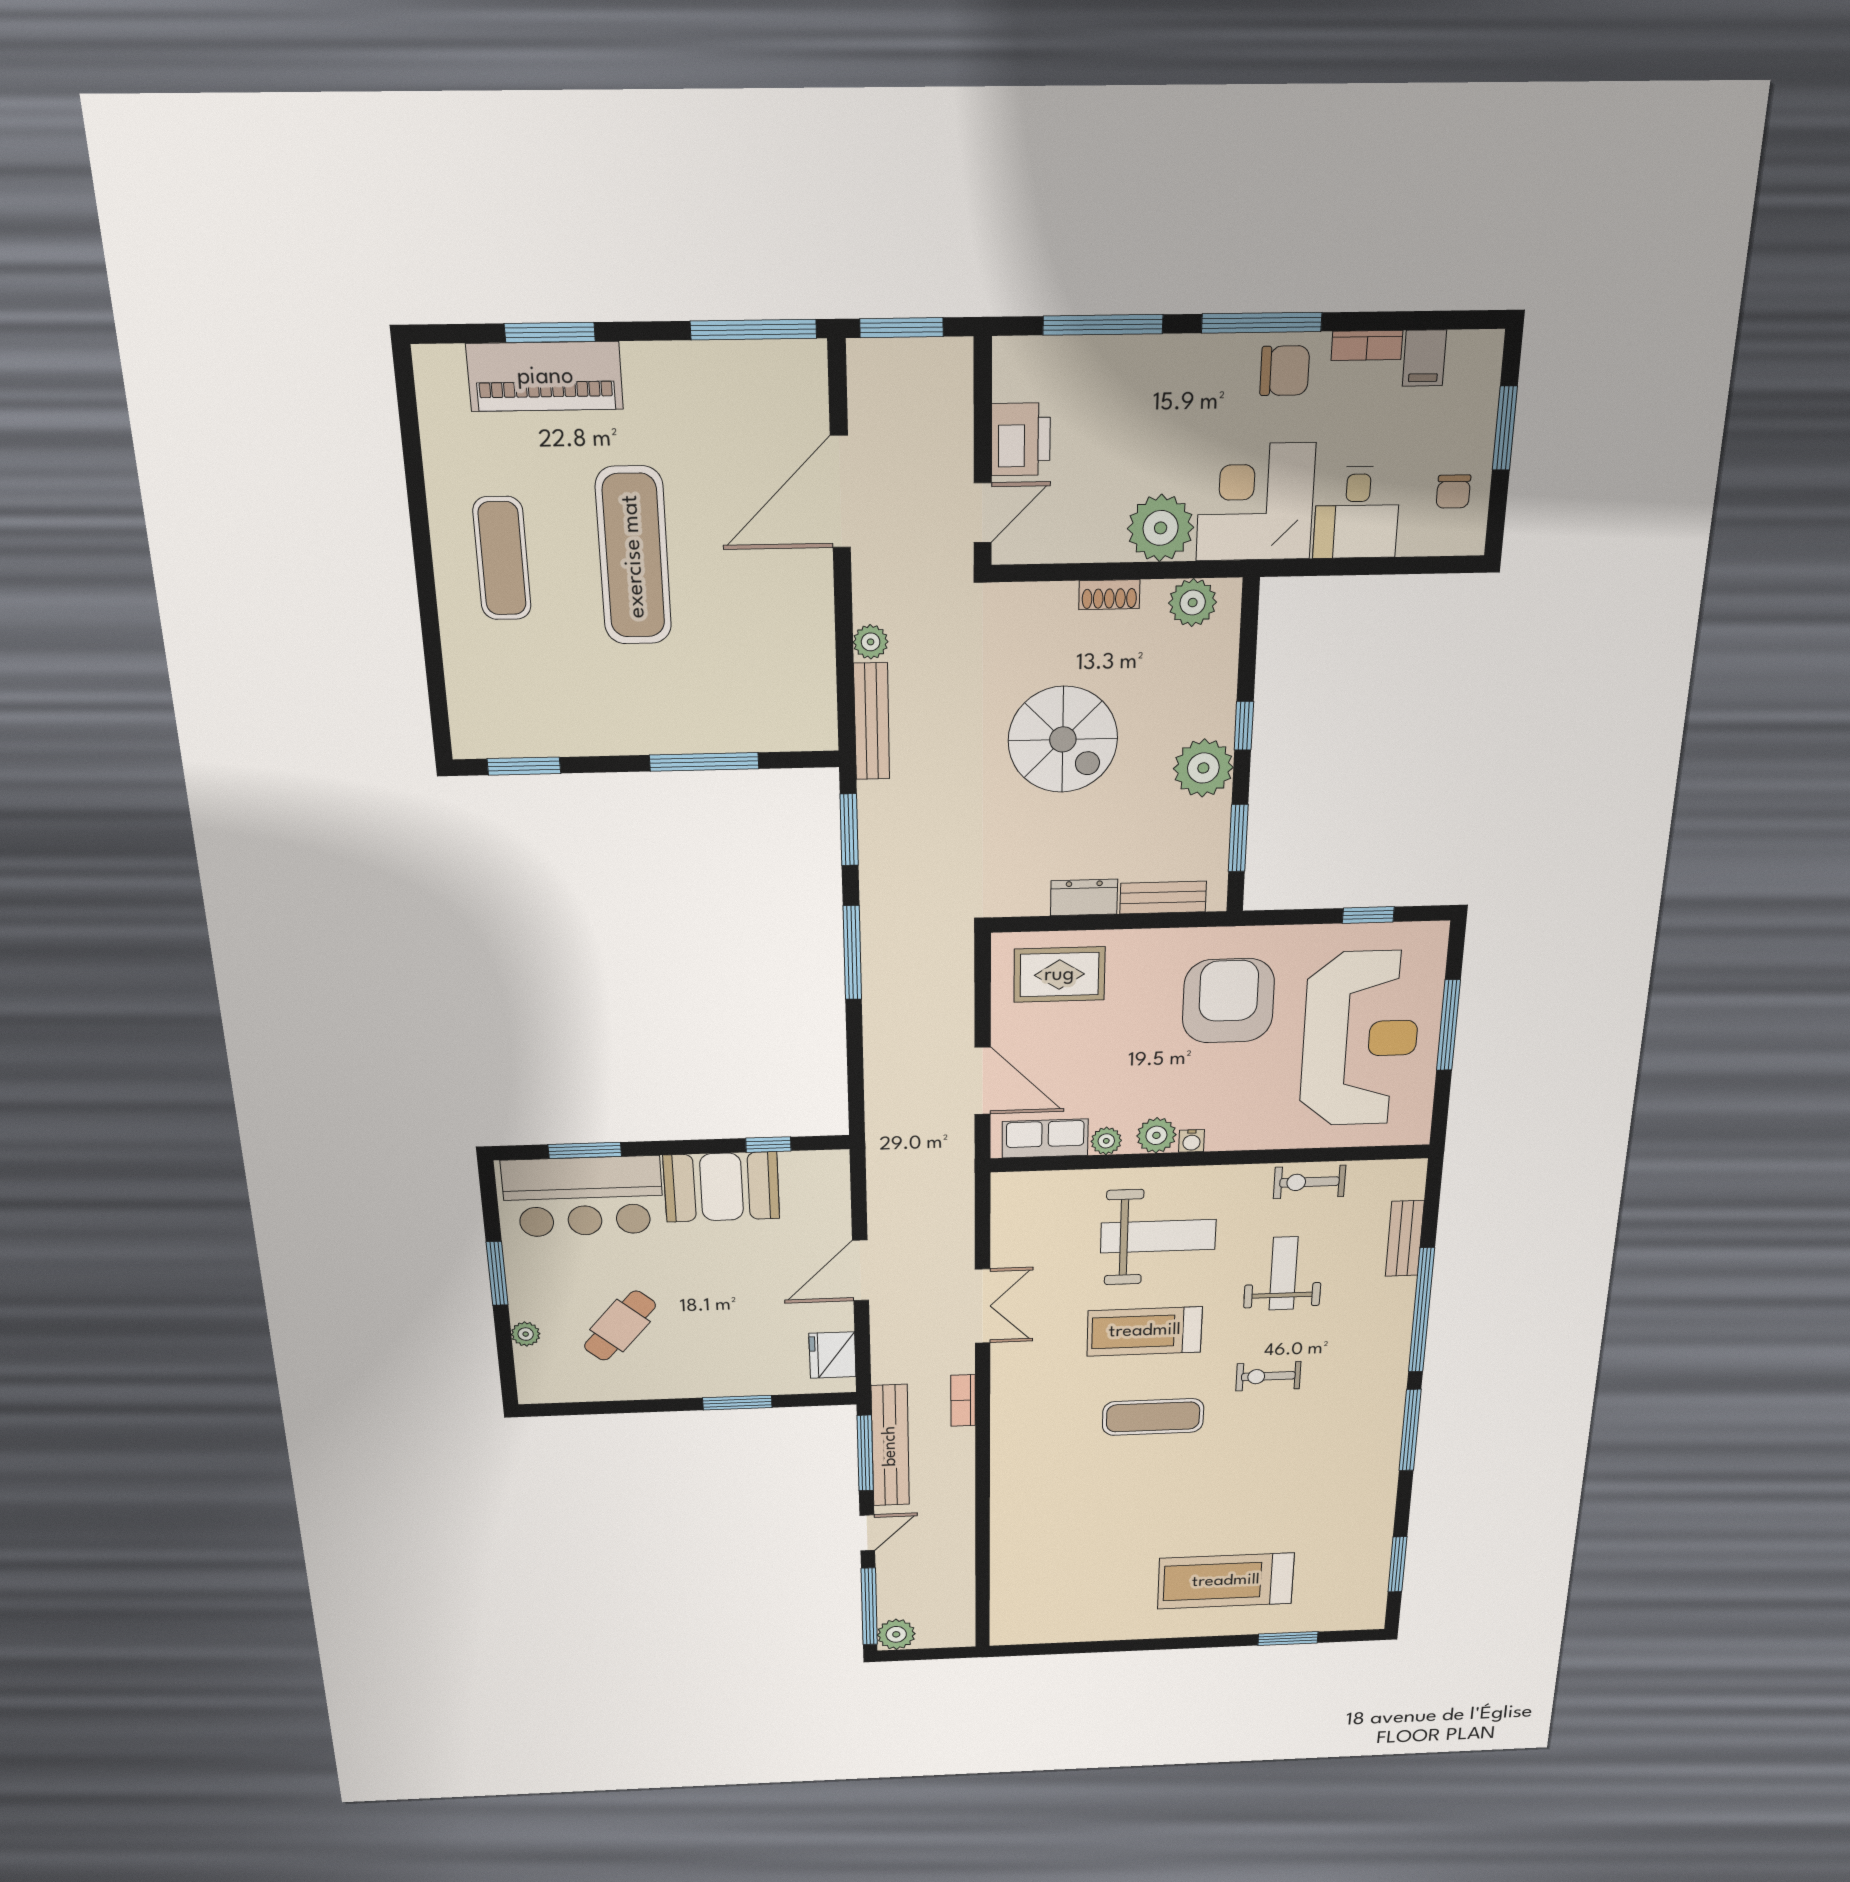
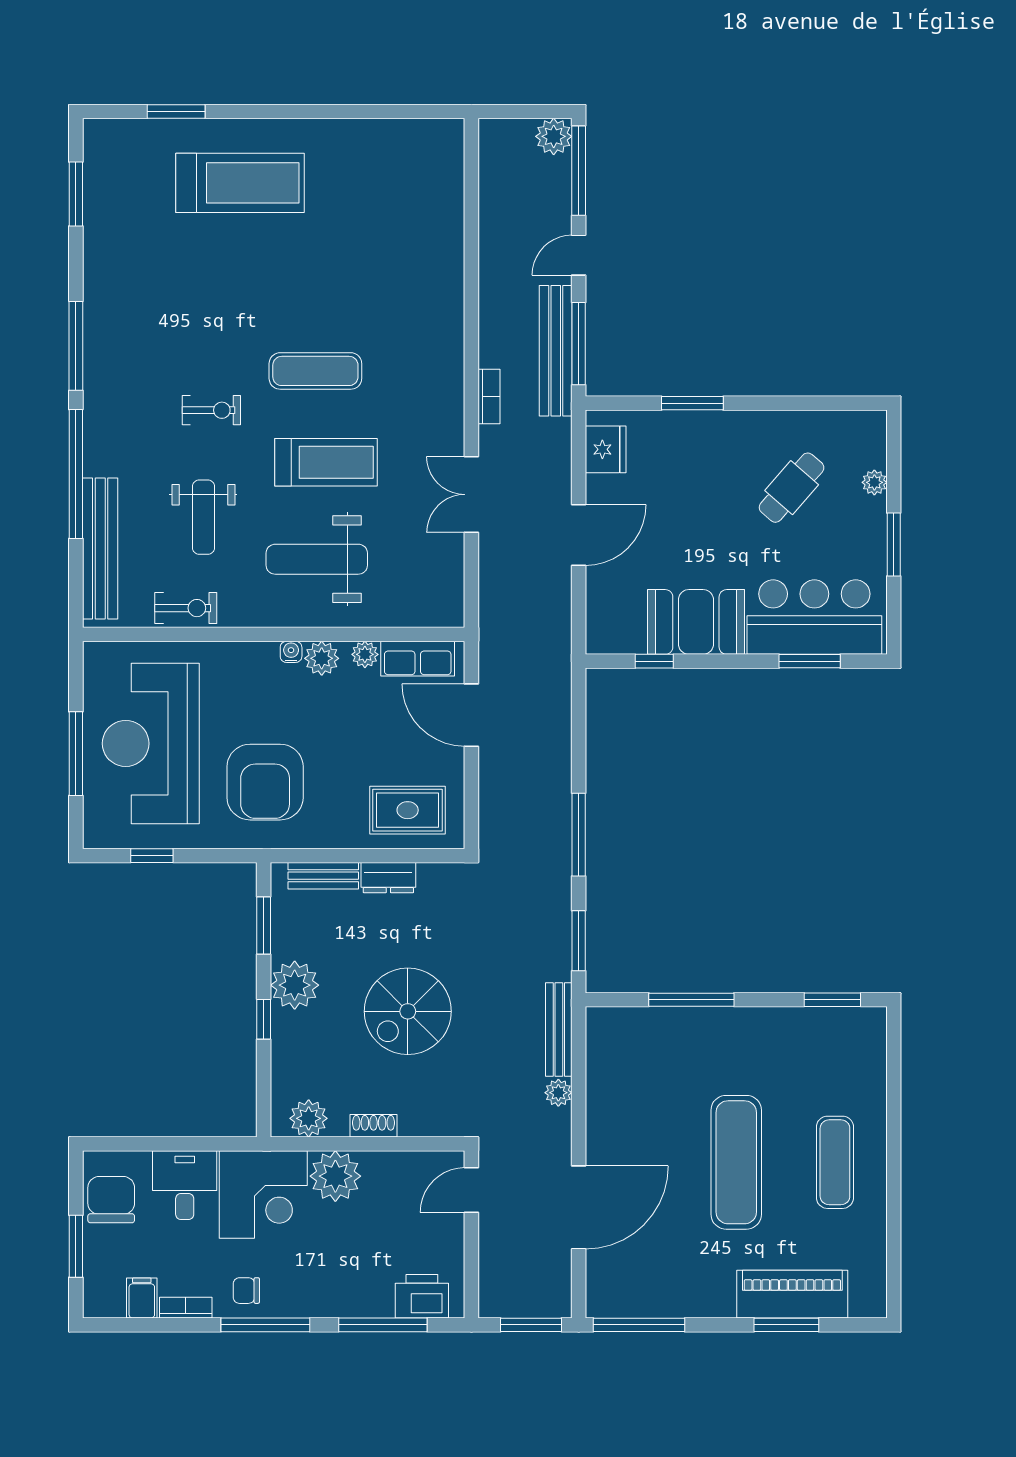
chair: (1285, 371) -> (246, 1291), width x0.73, depth x0.73
printer: (1021, 439) -> (422, 1296), moved, turned 90
chair: (1453, 492) -> (111, 1200), width x1.87, depth x1.87
spiral stairs: (1063, 739) -> (408, 1011), turned -90
bench: (1405, 1239) -> (100, 548), width x1.86, depth x1.21

